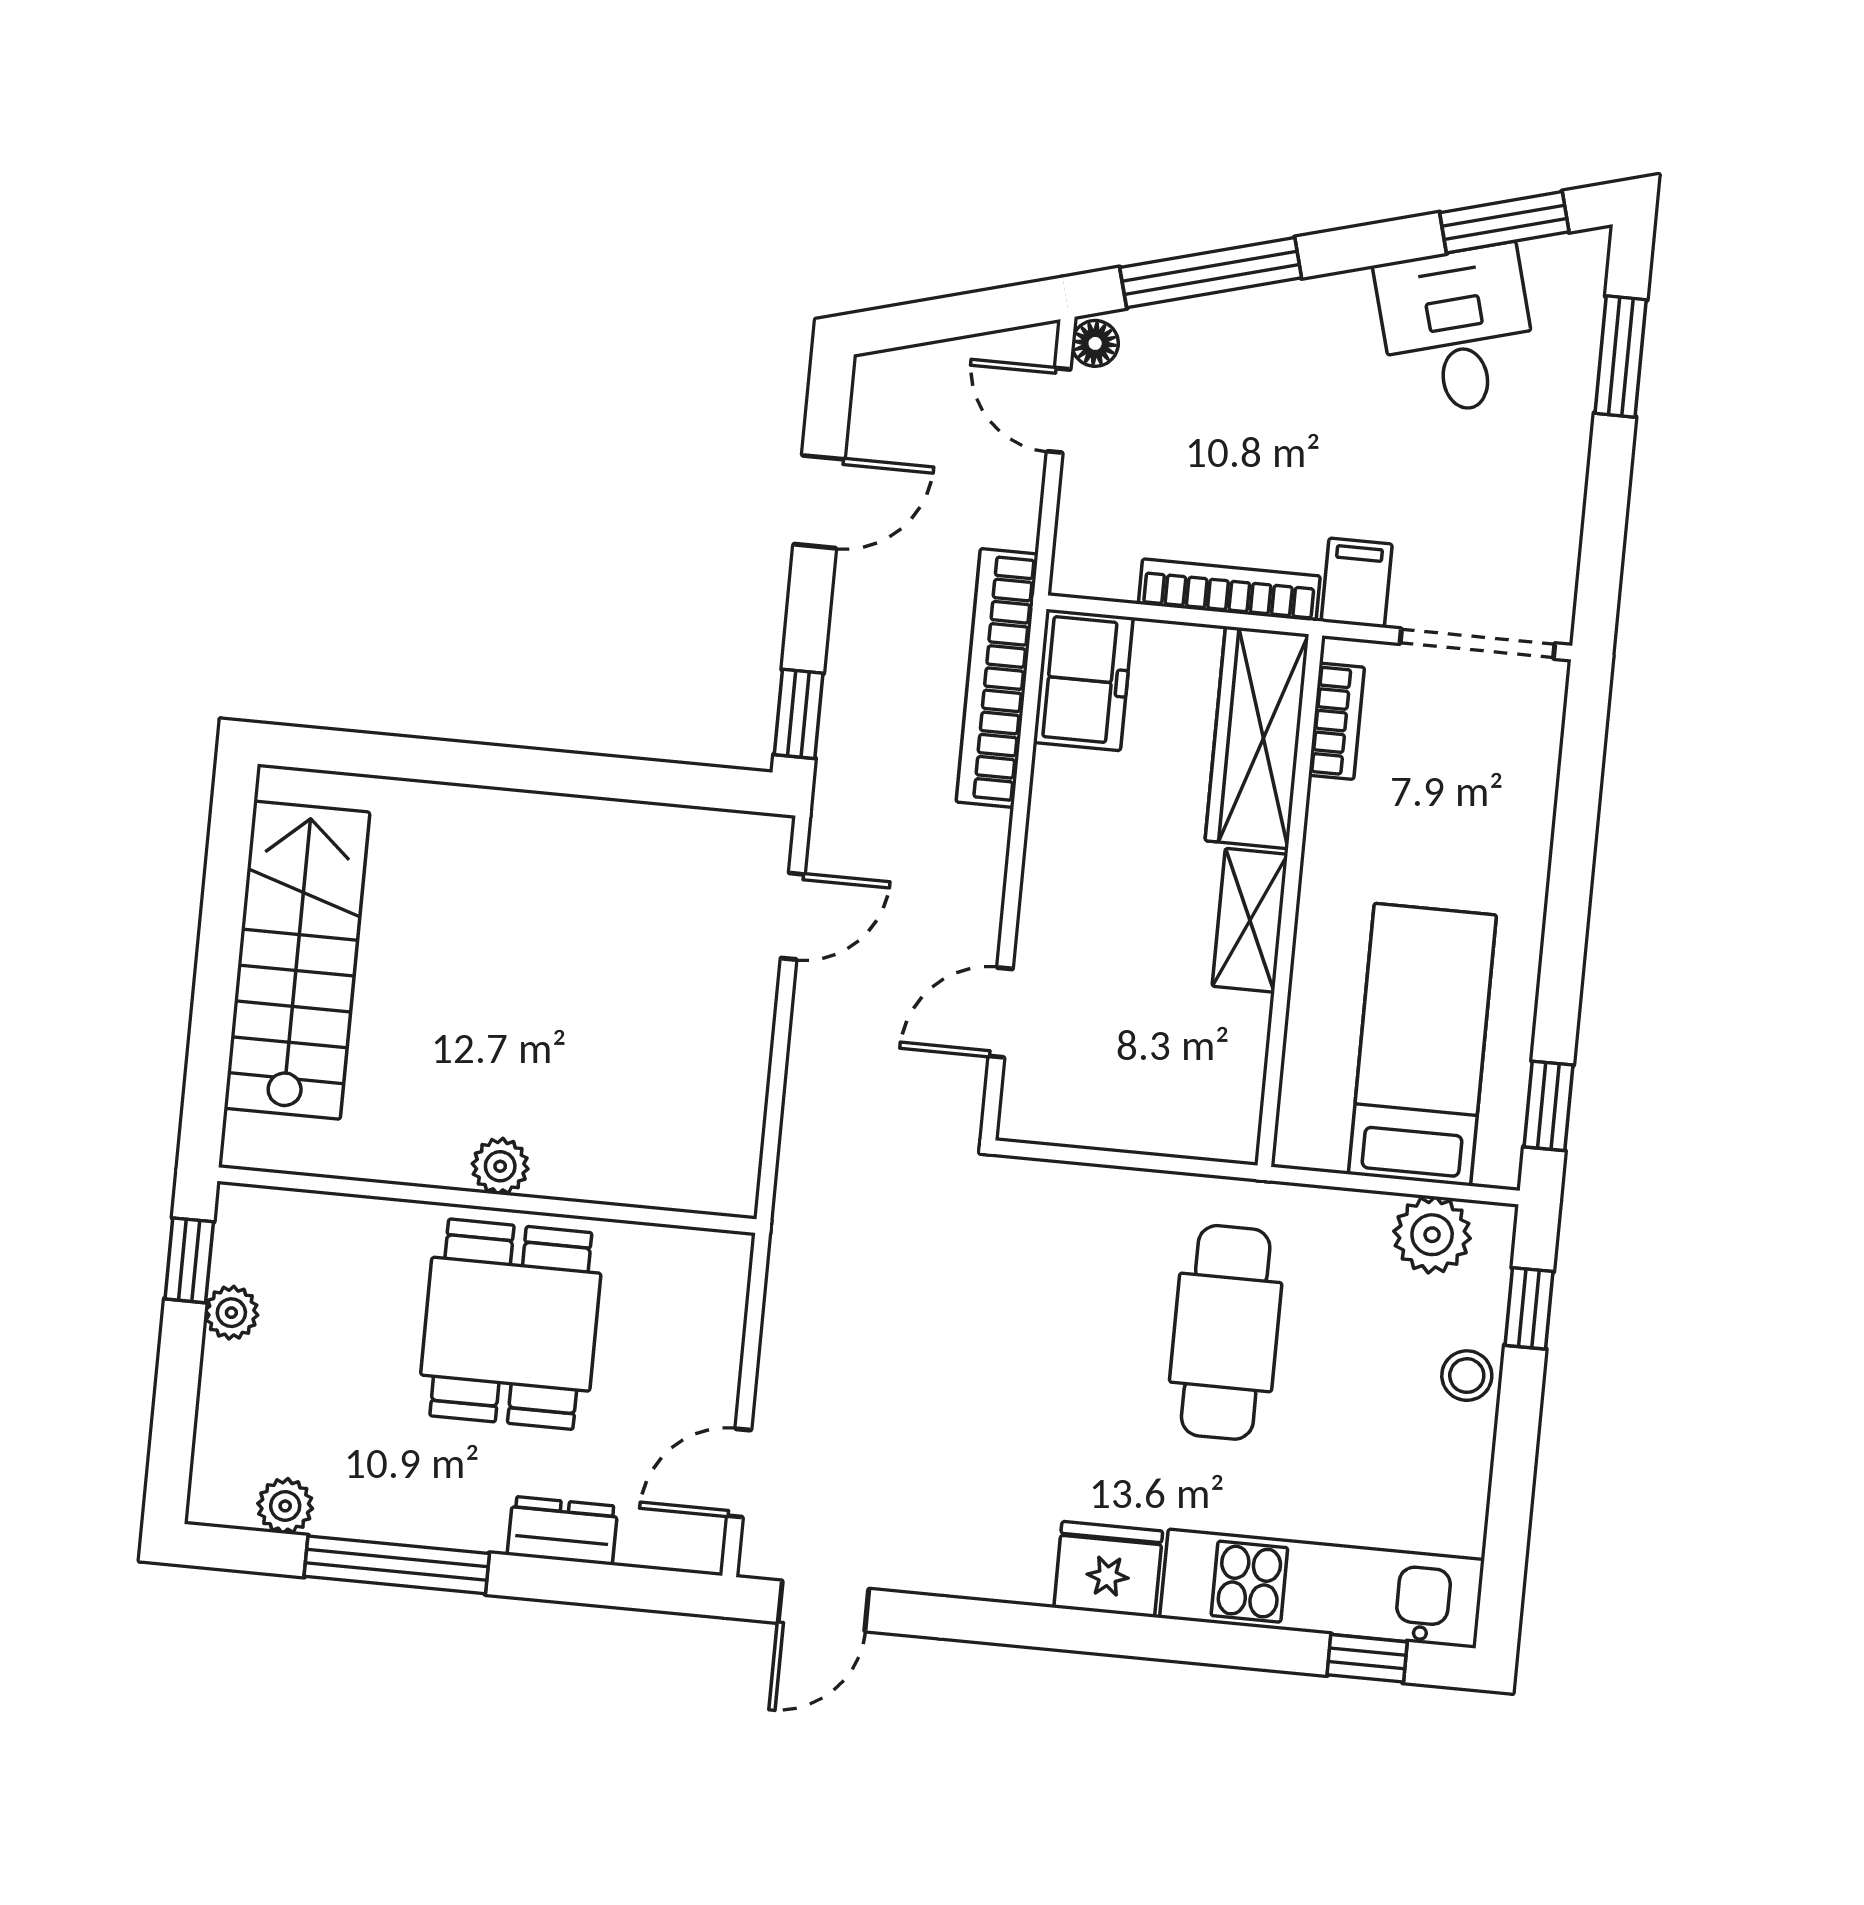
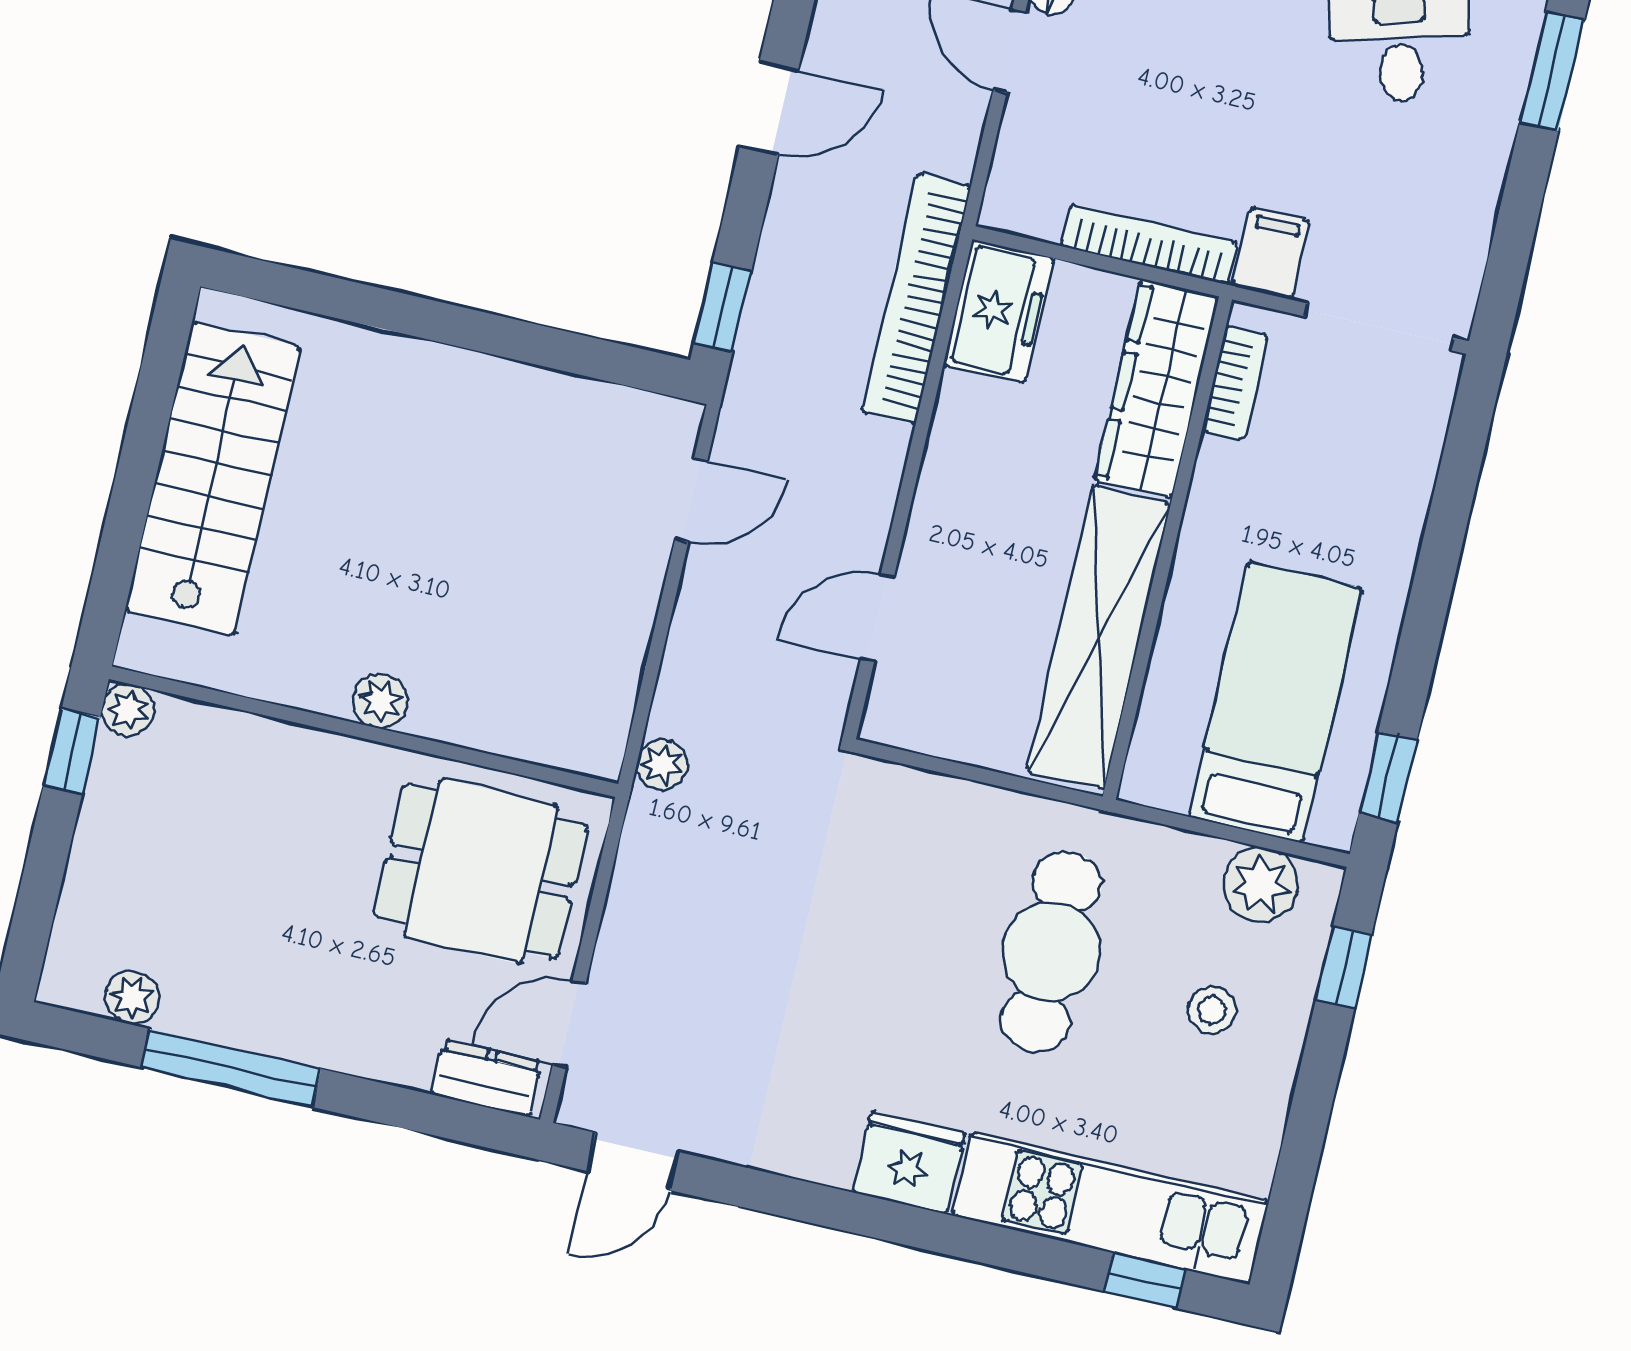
shelving: (1250, 920) -> (1099, 638), width x2.20, depth x1.33
plant: (799, 1193) -> (662, 765), added
plant: (231, 1313) -> (128, 710), moved
dining table: (511, 1324) -> (481, 871), moved, turned 90
stool: (1467, 1376) -> (1212, 1010), moved
dresser: (562, 1531) -> (487, 1078), moved

